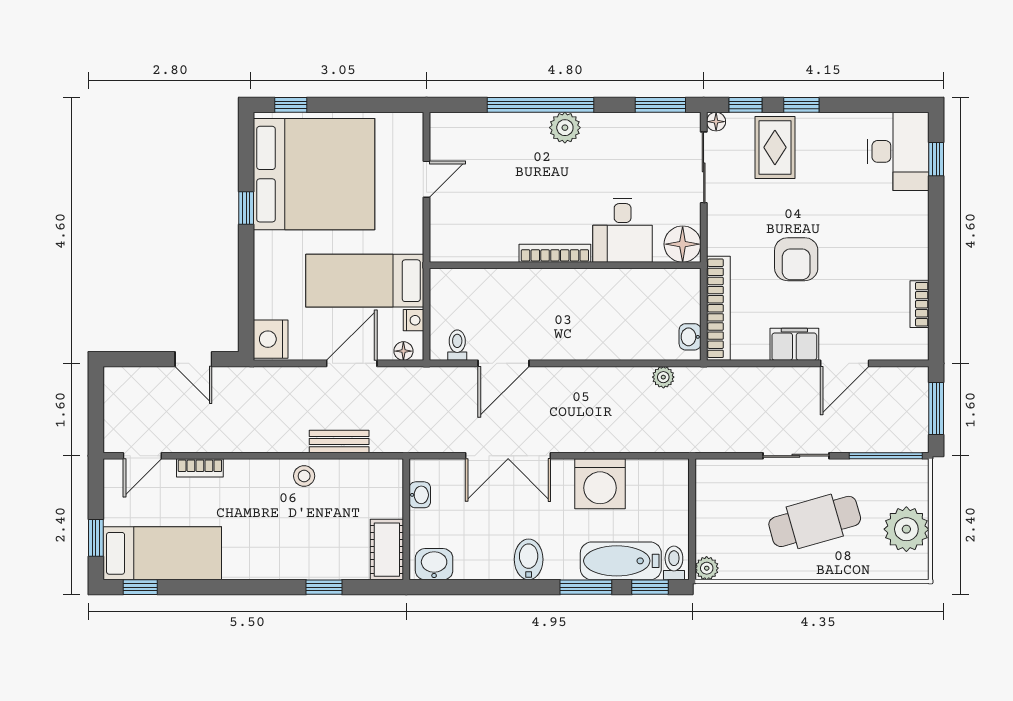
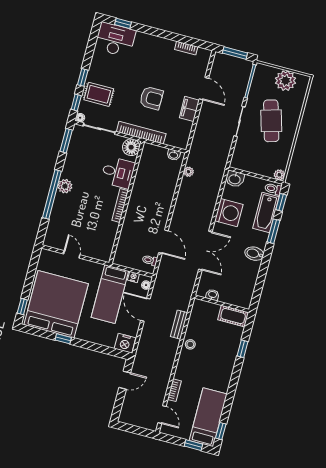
bookcase: (718, 308) -> (141, 133), moved
washbasin: (434, 564) -> (235, 179), moved, turned -90

